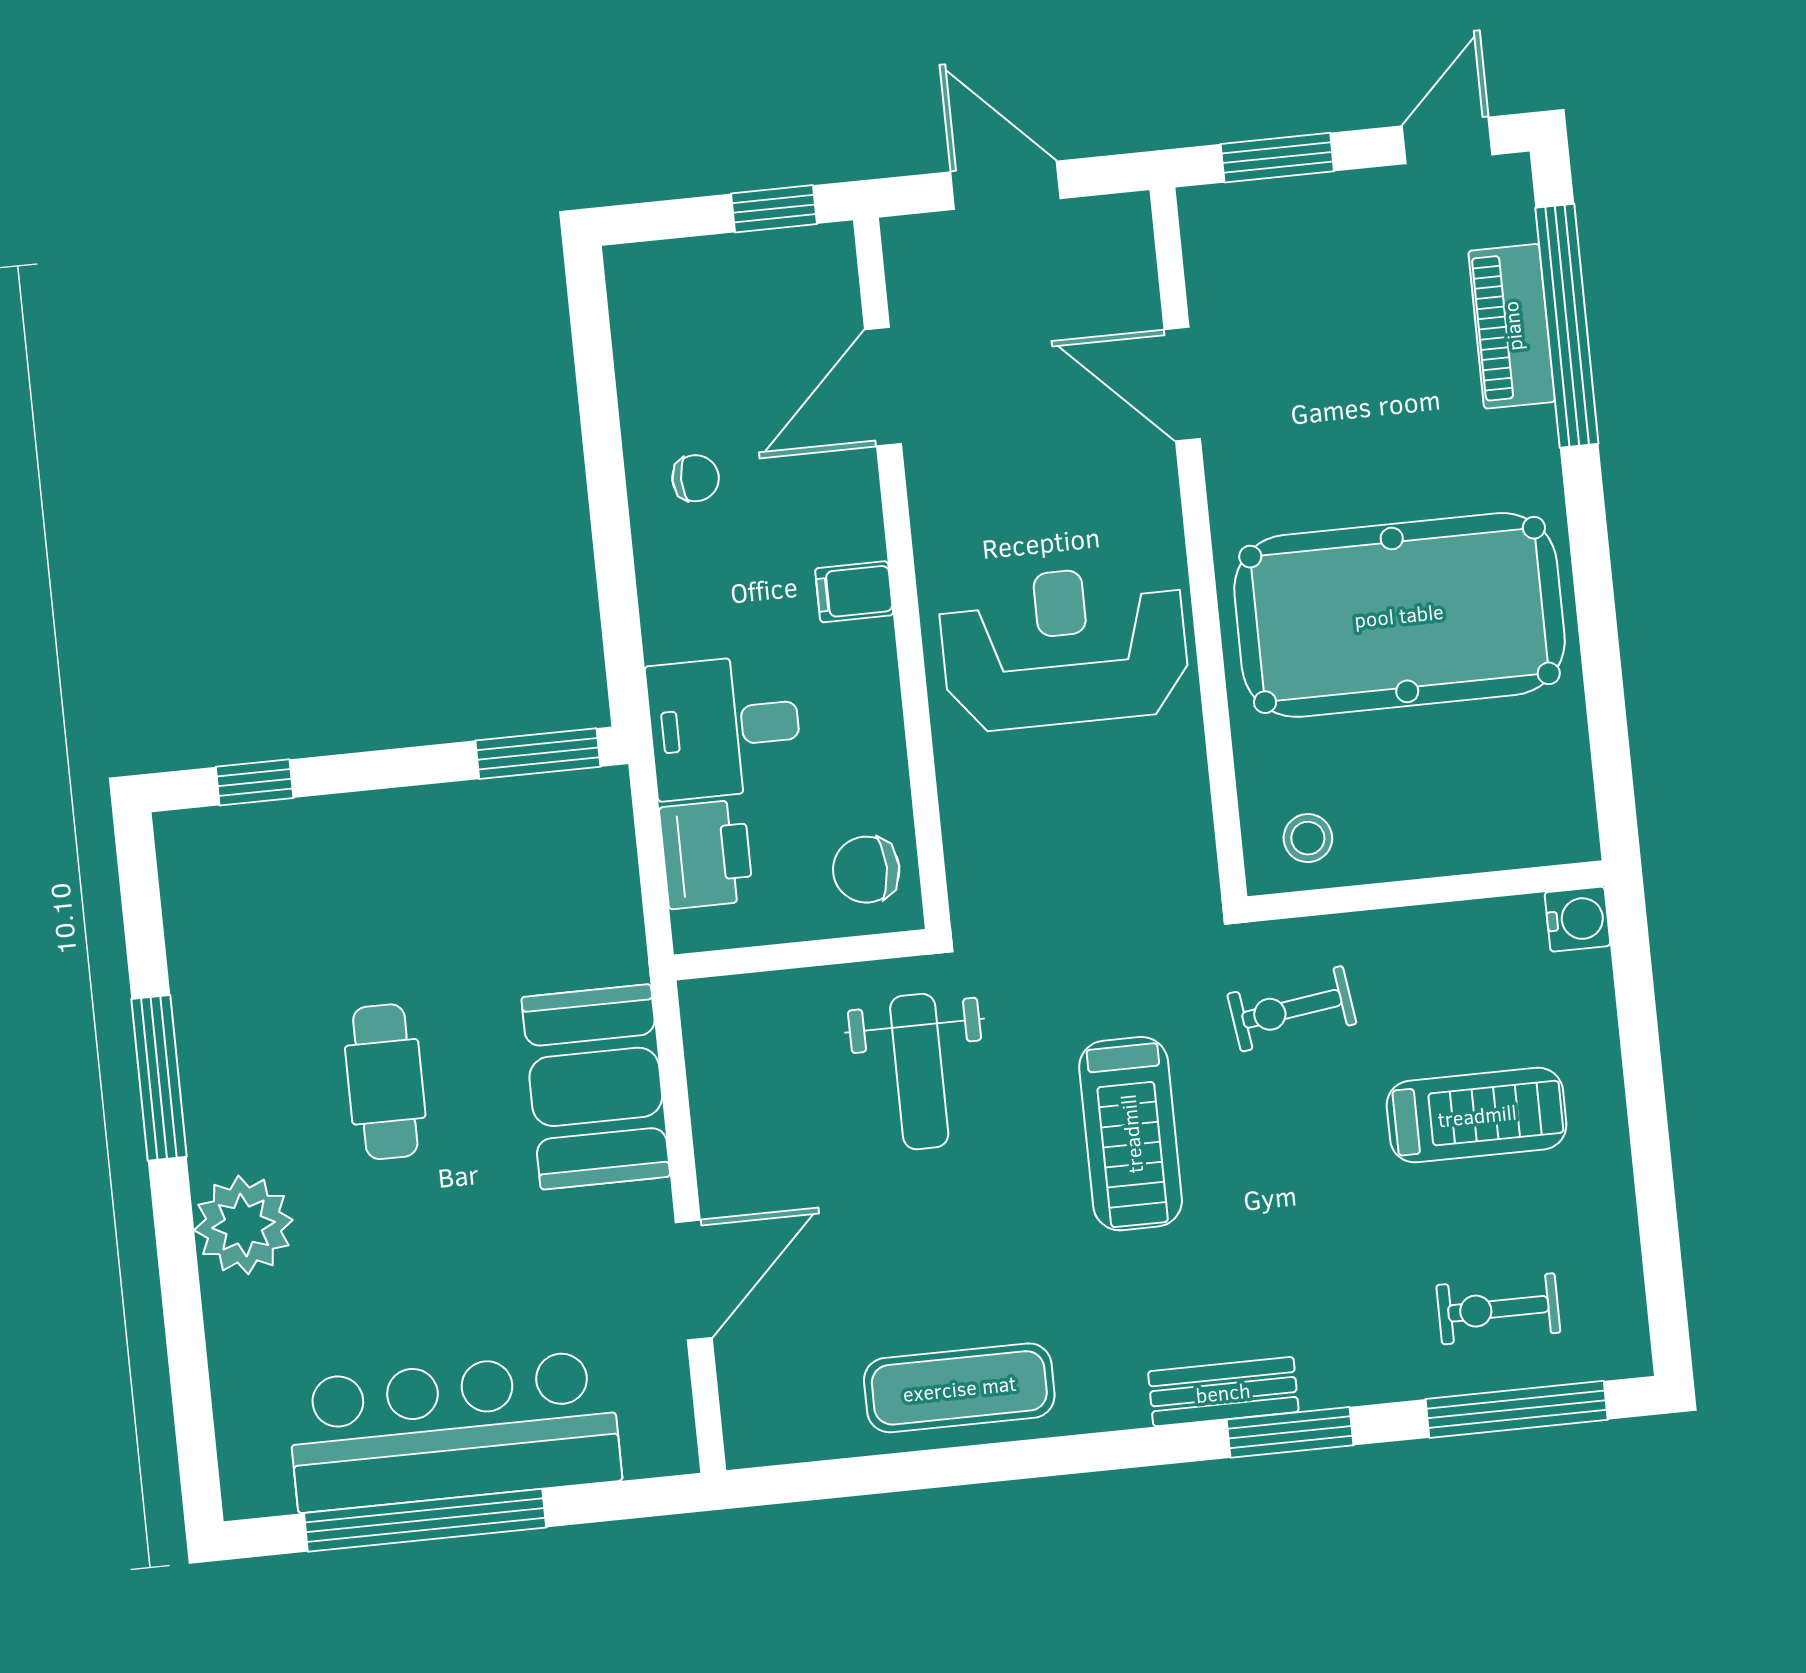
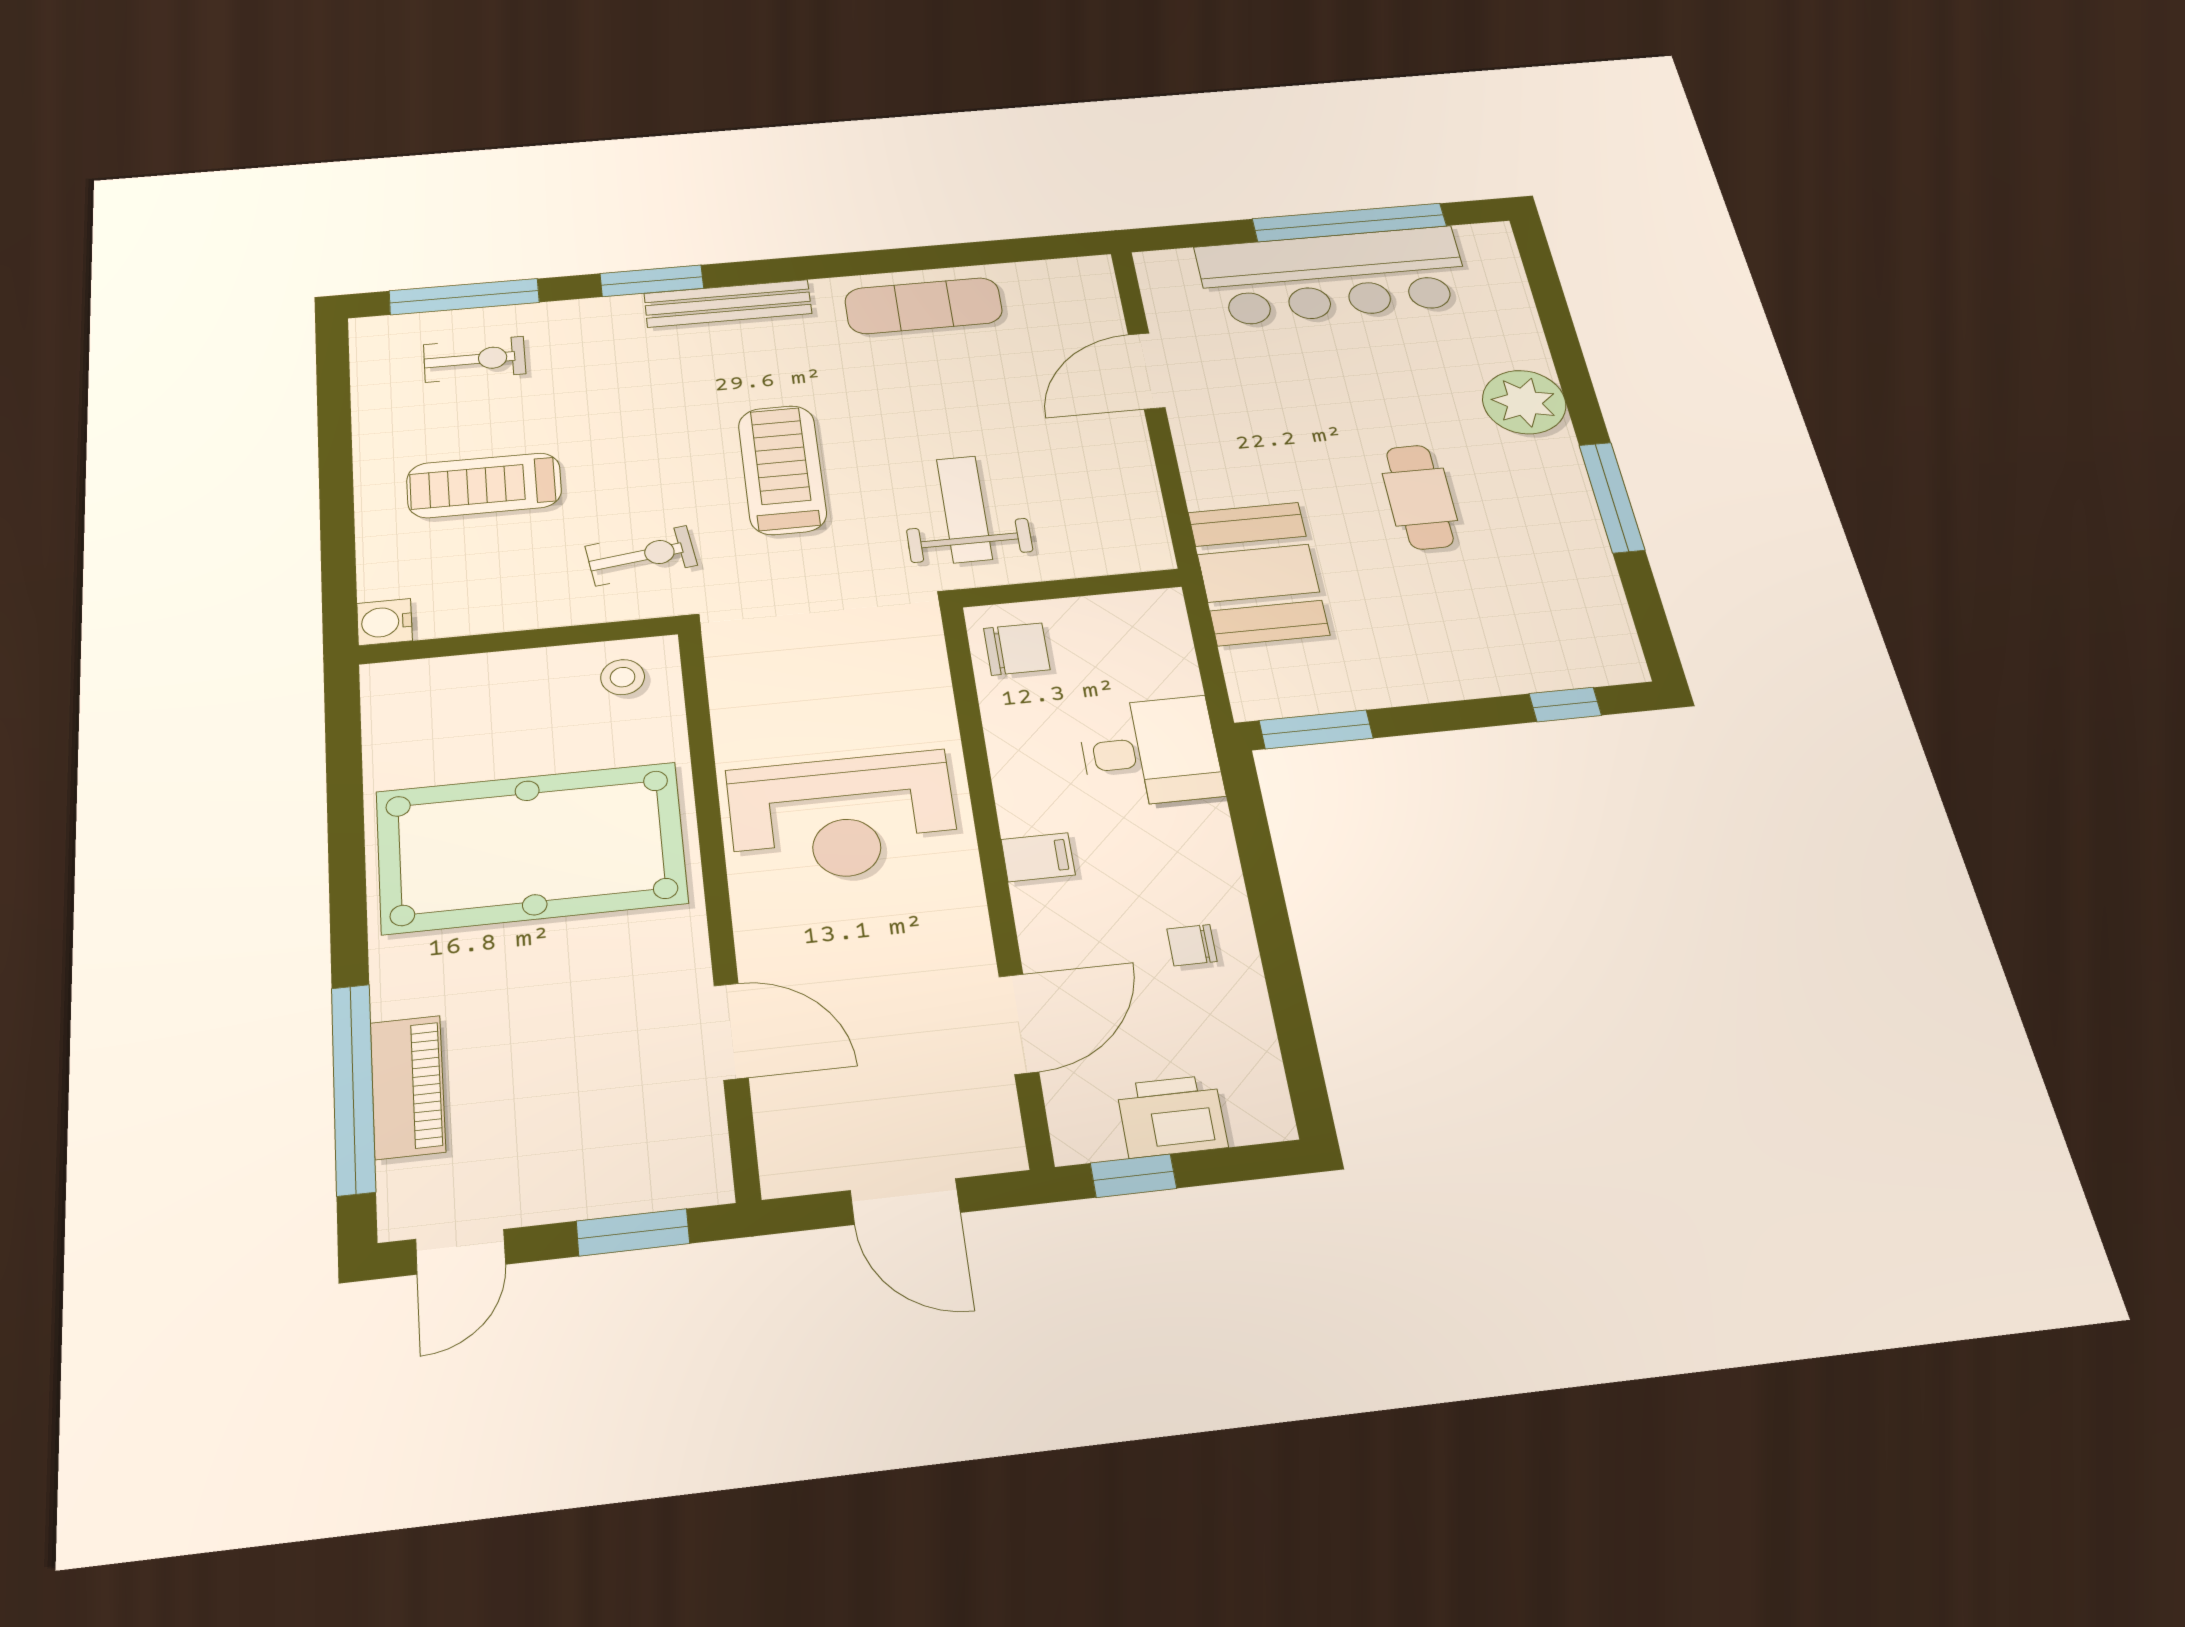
printer: (706, 854) -> (1172, 1116), moved, turned 90
booth: (596, 1087) -> (1258, 573), moved
bench: (1223, 1392) -> (728, 304), width x1.36

